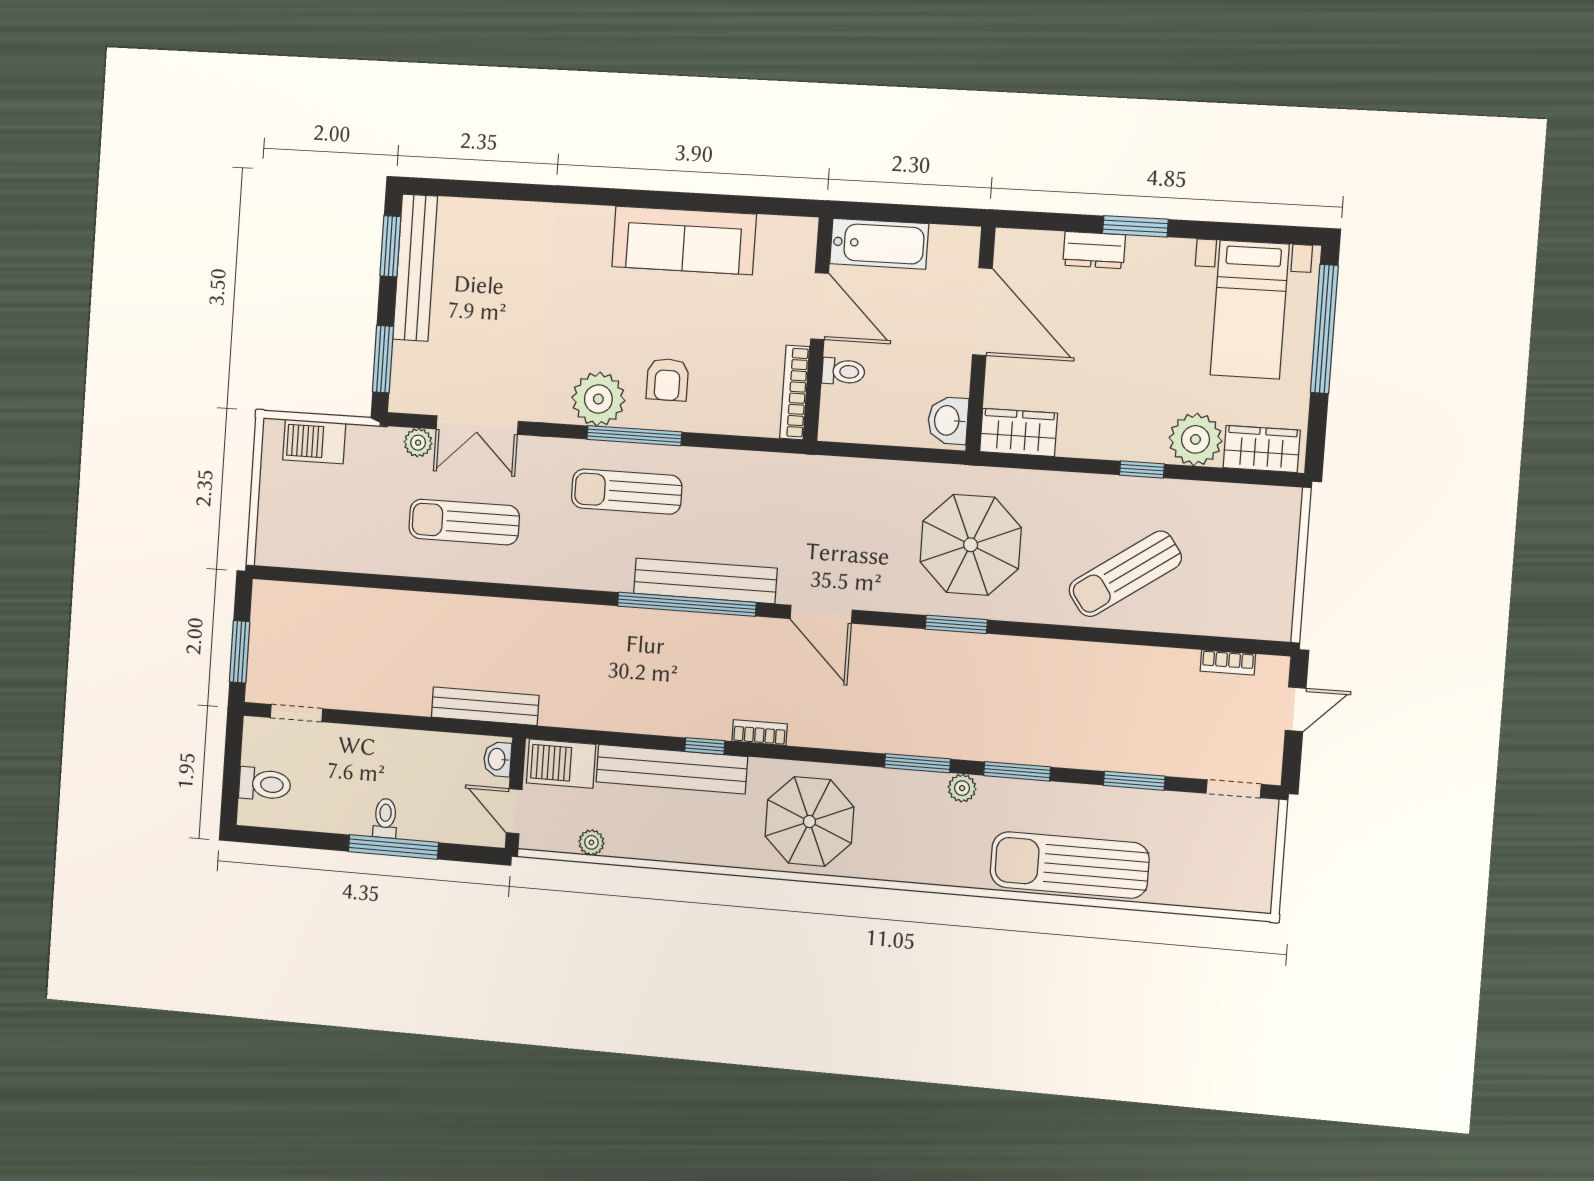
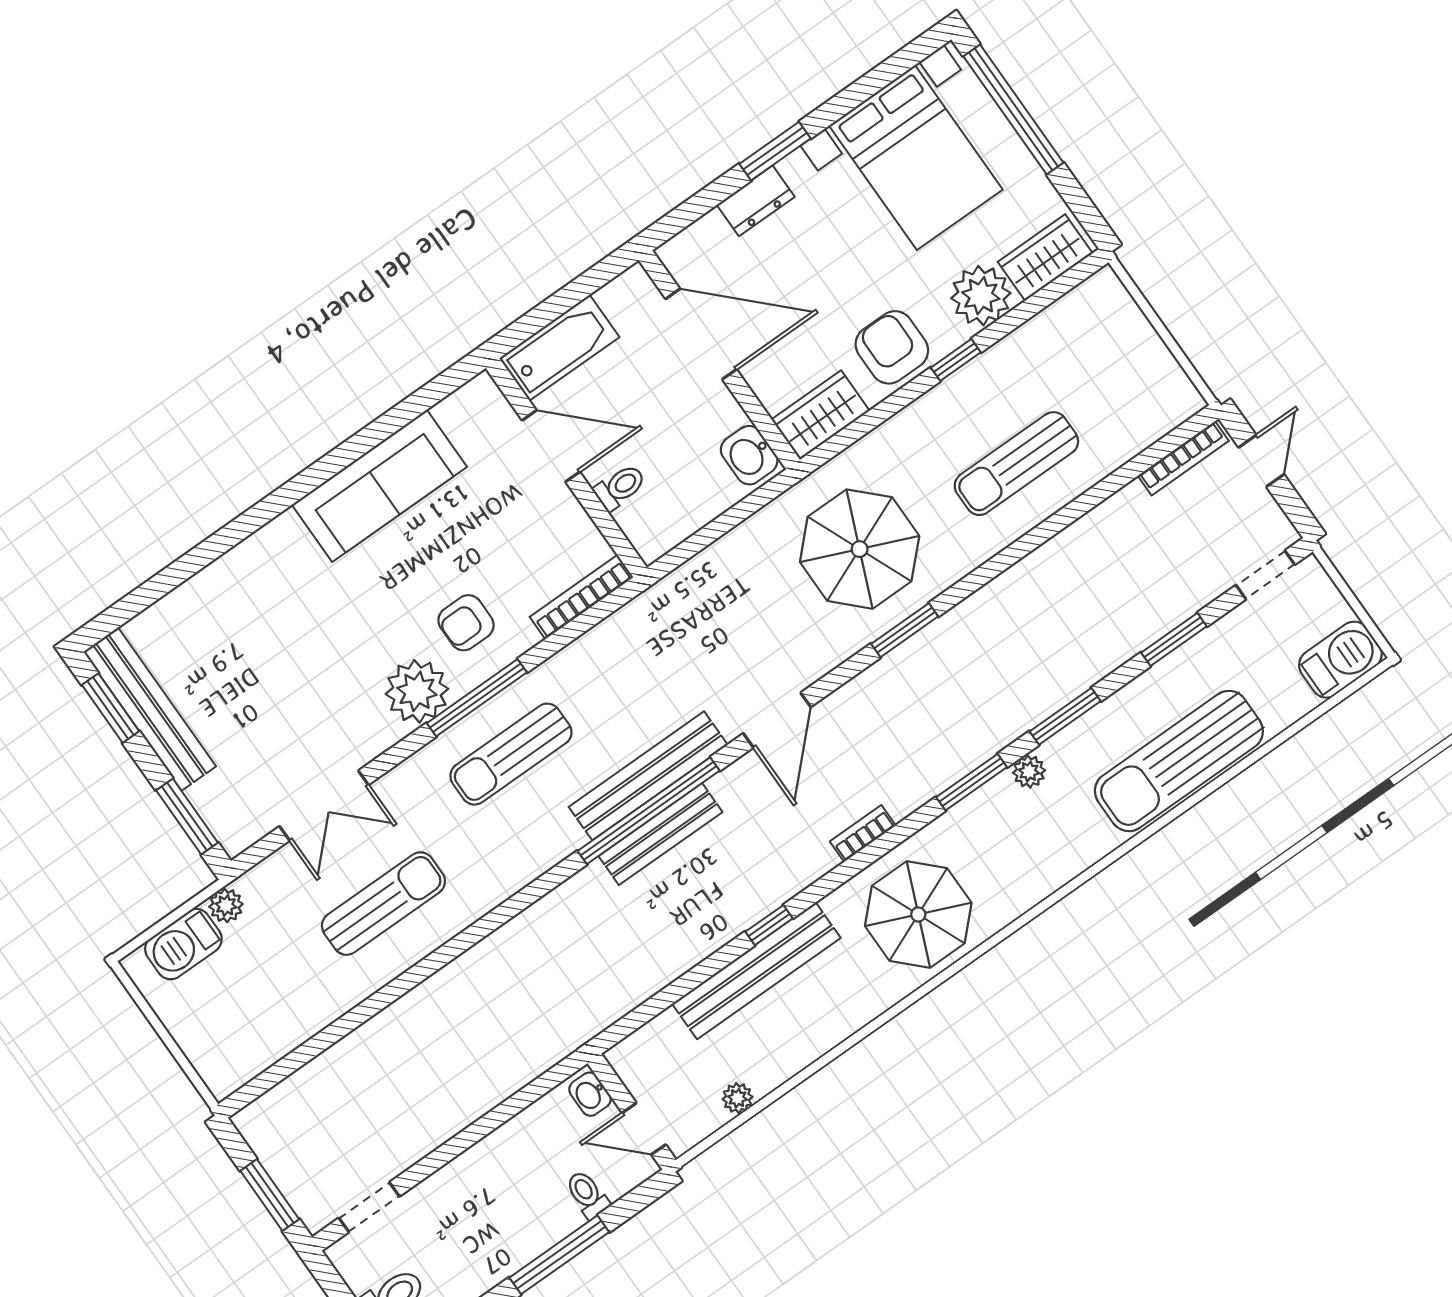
bed with nightstands: (1250, 310) -> (916, 158), width x1.36
armchair: (667, 379) -> (466, 623), turned 90
bookcase: (795, 392) -> (582, 597), moved, turned 90
armchair: (1105, 426) -> (892, 347), added
plant: (418, 443) -> (226, 905), moved
sun lounger: (464, 522) -> (383, 904), turned 180
sun lounger: (1125, 574) -> (1016, 464), turned 35
door: (821, 614) -> (777, 720), hinge flipped
bookcase: (1228, 662) -> (1183, 458), width x1.56
bench: (485, 706) -> (660, 834), moved
bookcase: (760, 733) -> (863, 833), moved
barbecue: (561, 764) -> (1340, 660), moved, turned 180
toilet: (385, 818) -> (587, 1194), moved

